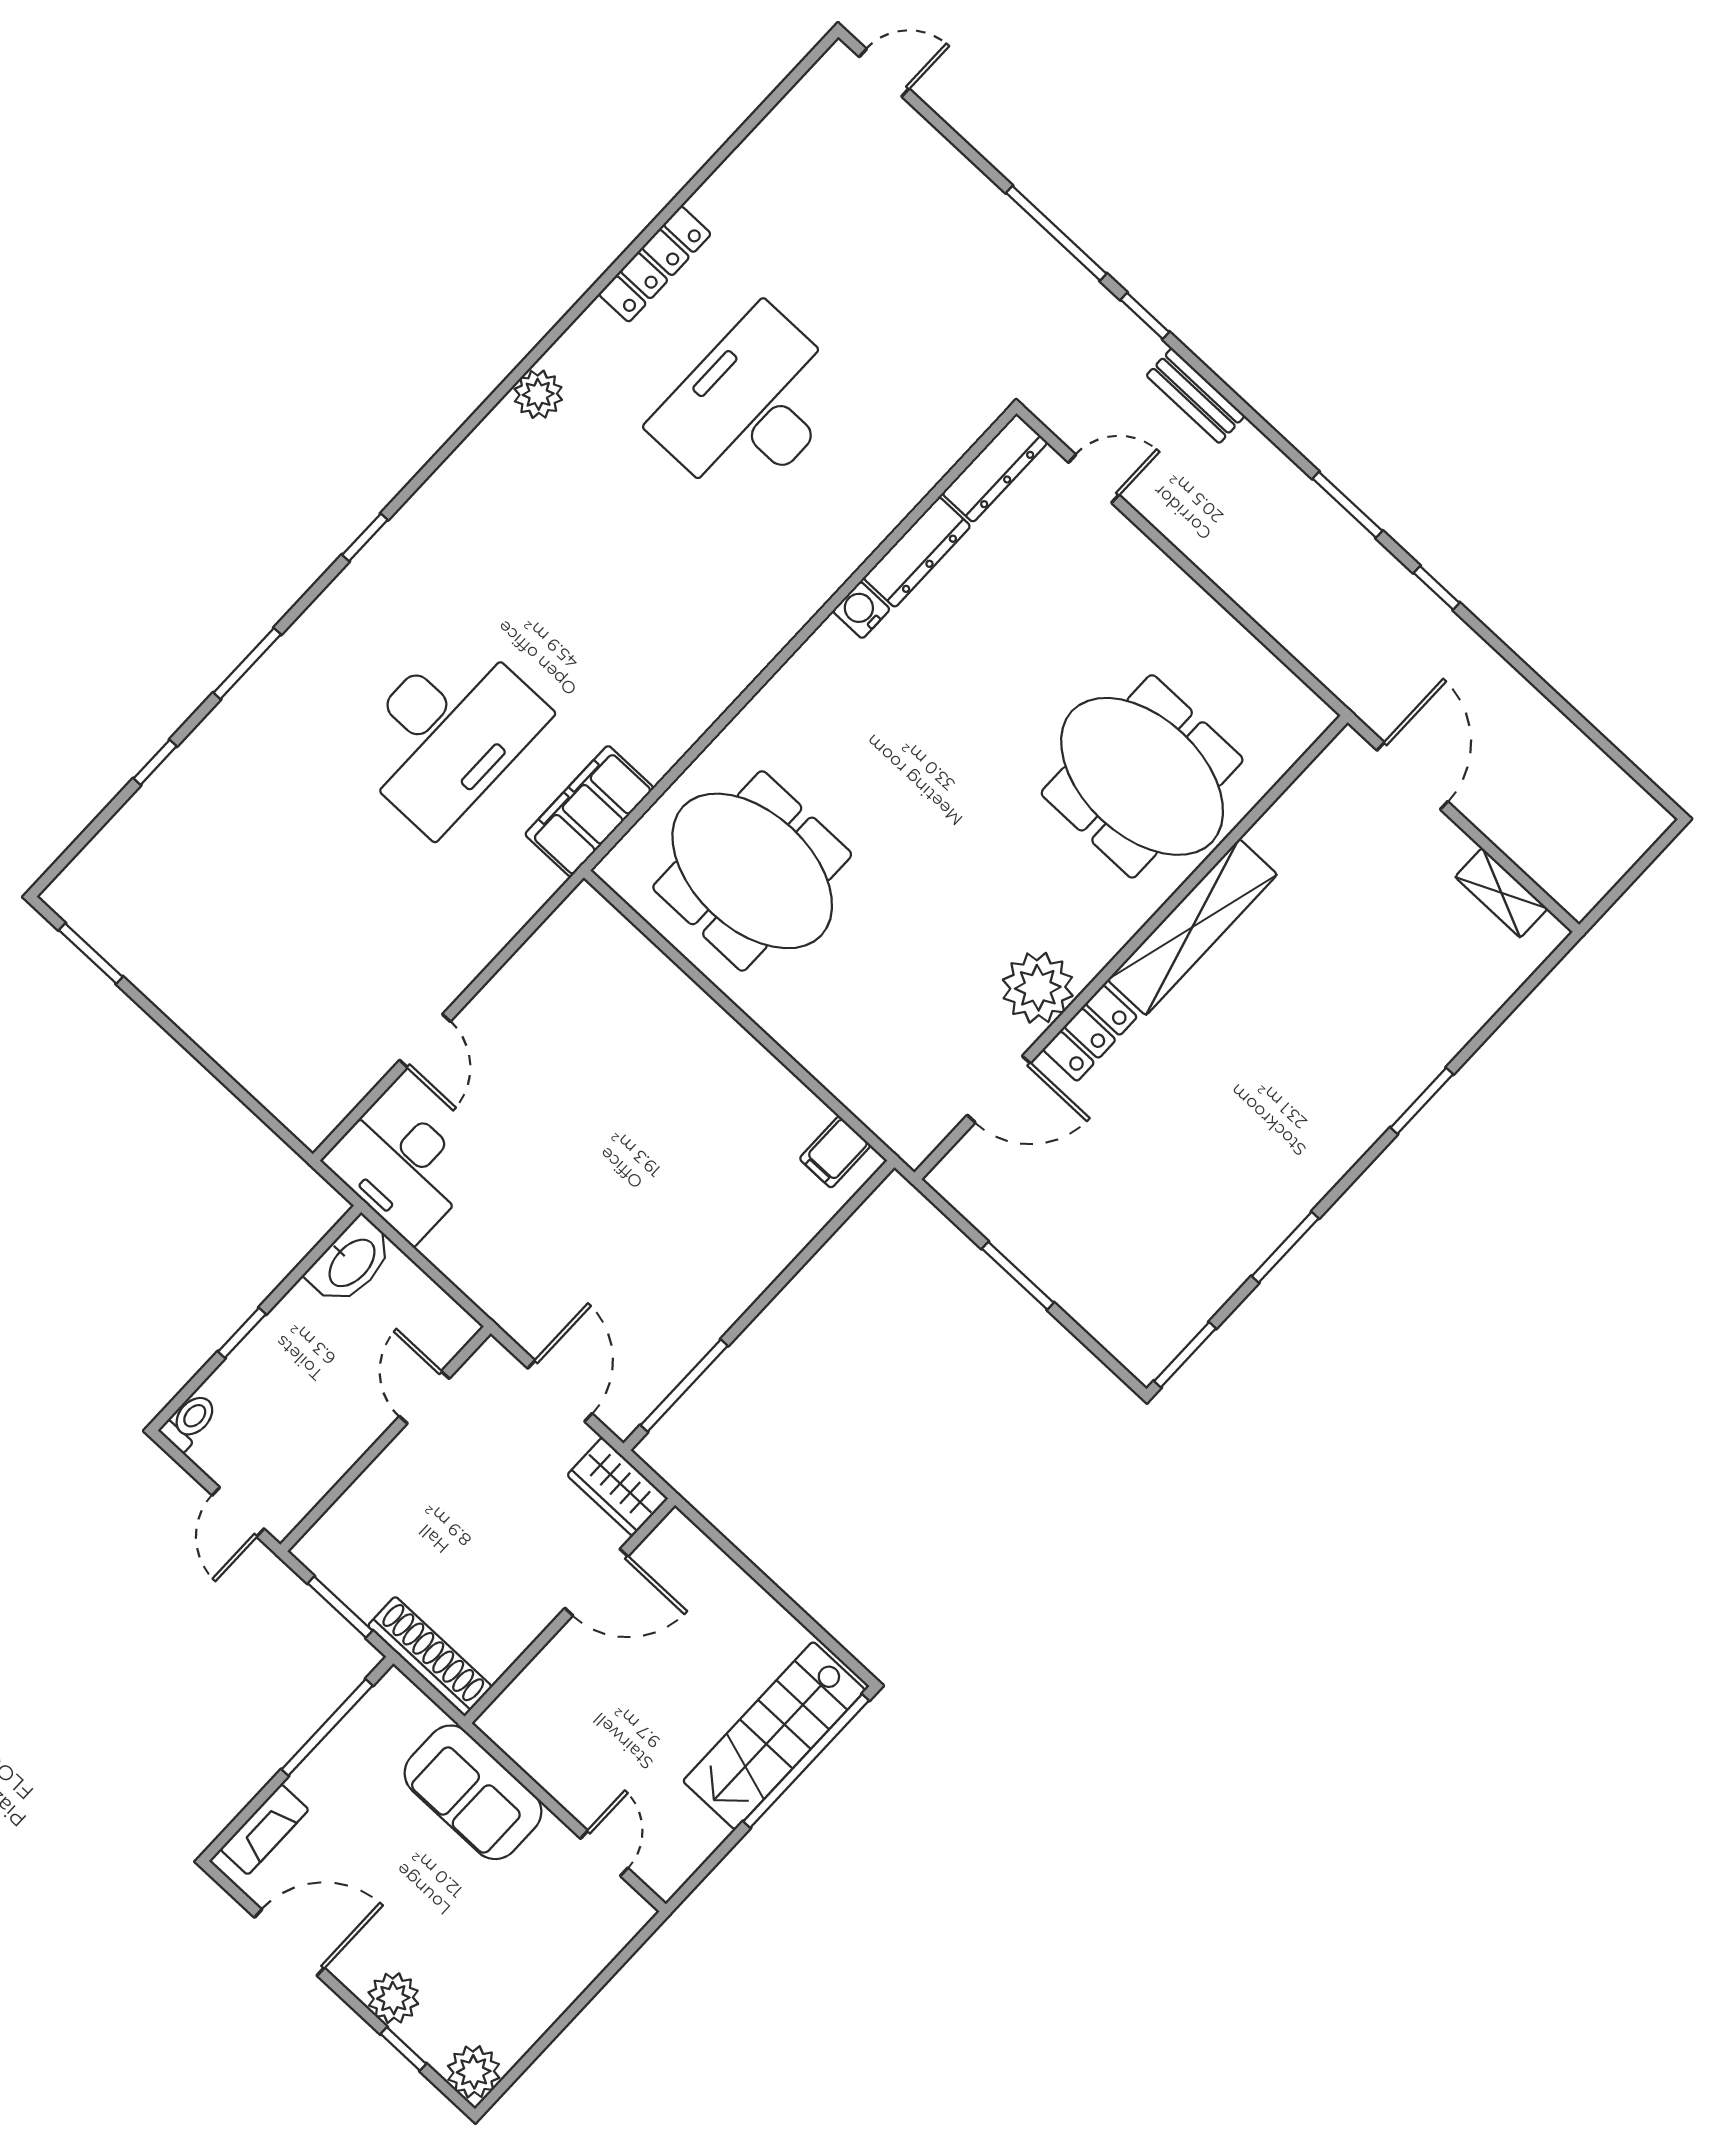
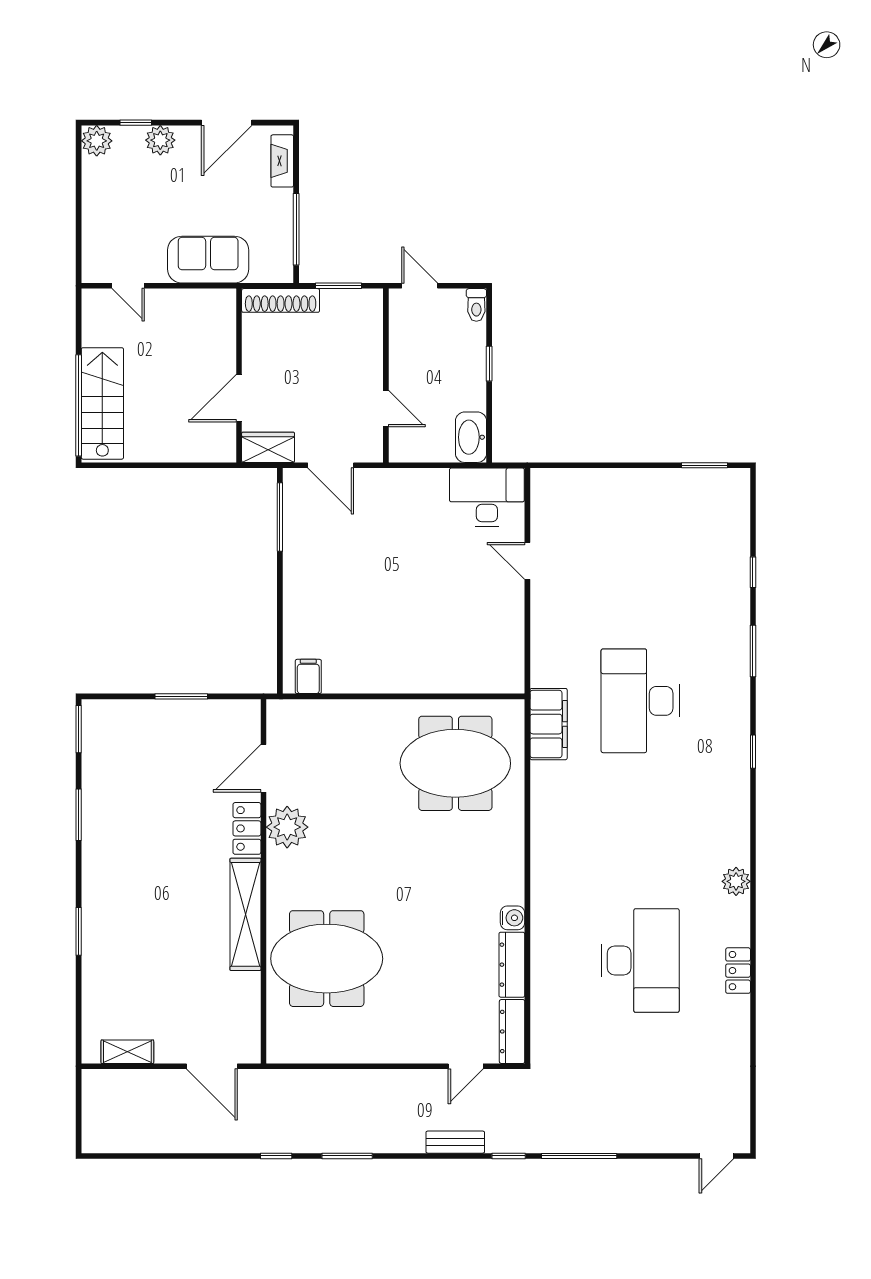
locker: (655, 264) -> (738, 971), width x0.66

